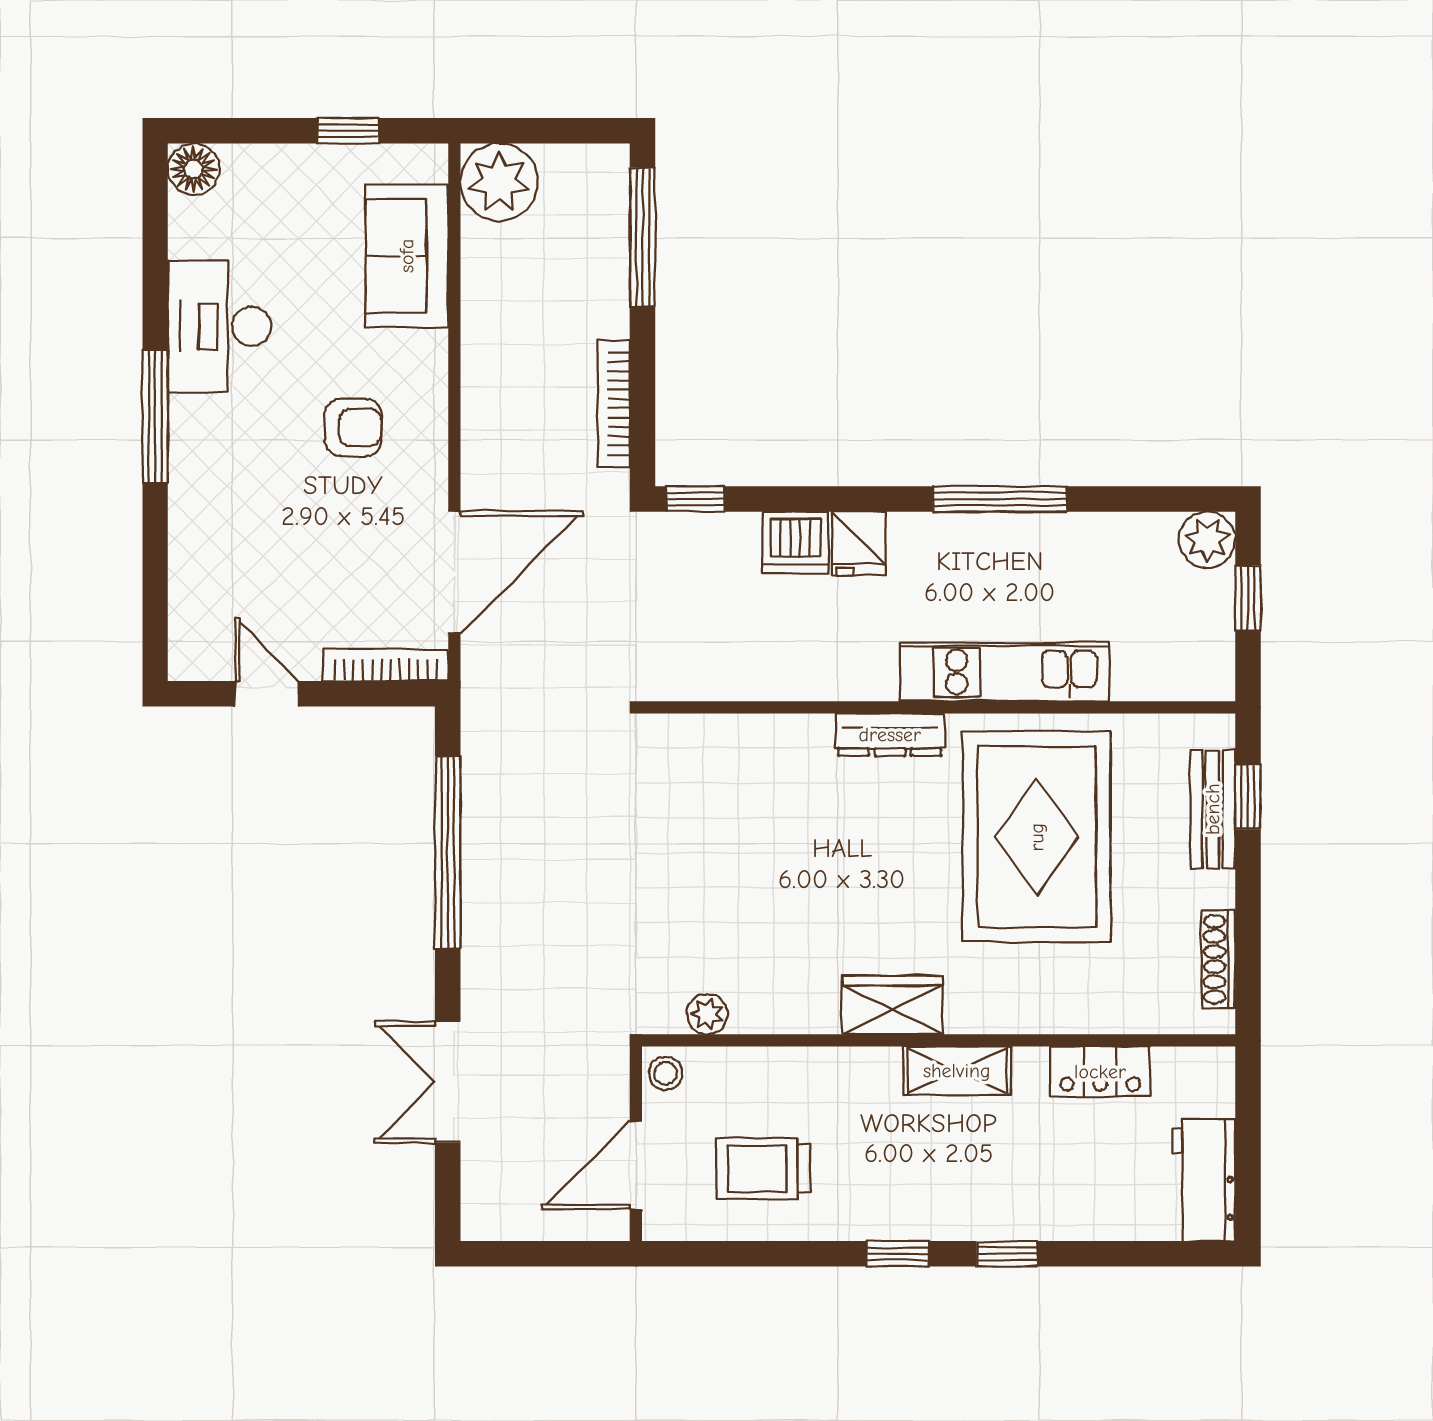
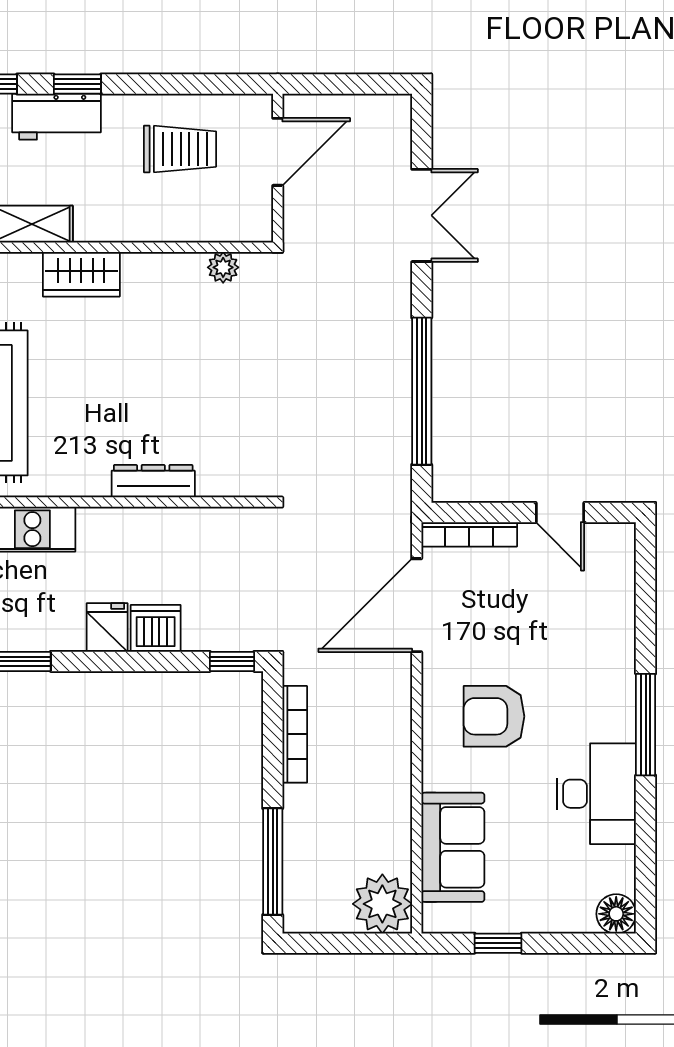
armchair: (353, 427) -> (494, 716), width x1.38, depth x1.38
dresser: (890, 735) -> (153, 481), moved
stool: (666, 1073) -> (255, 222), removed
workbench: (925, 1211) -> (57, 117), added

